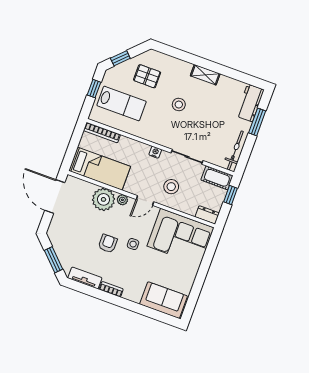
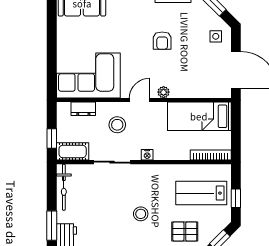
plant: (103, 199) -> (184, 85), removed
dresser: (207, 215) -> (83, 109), moved
side table: (133, 244) -> (216, 36), moved

